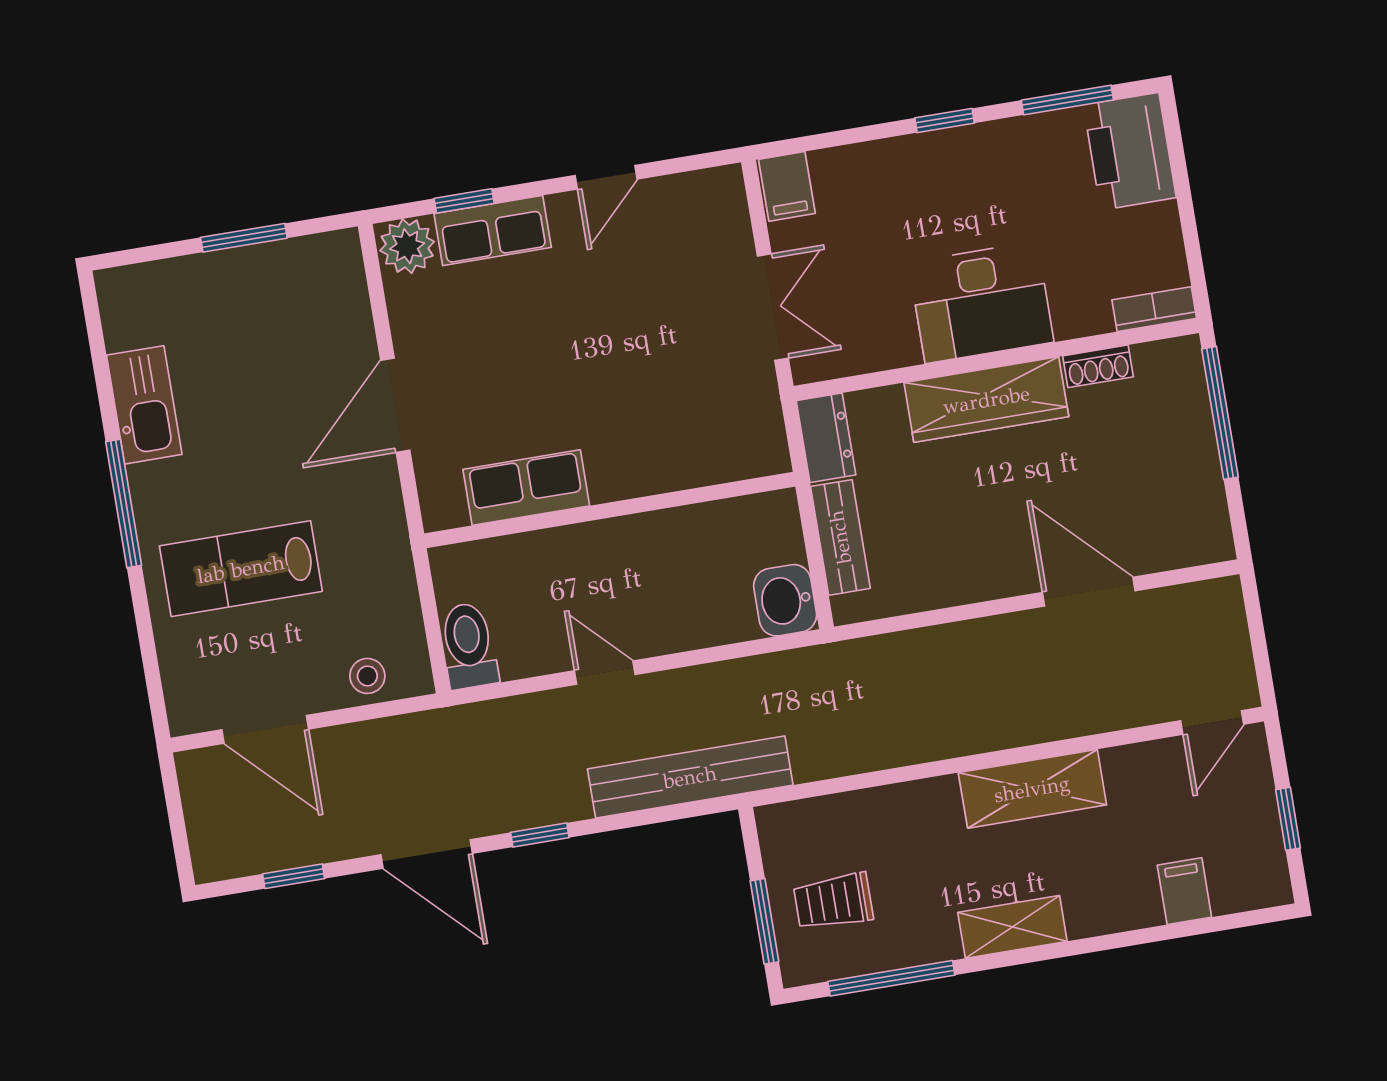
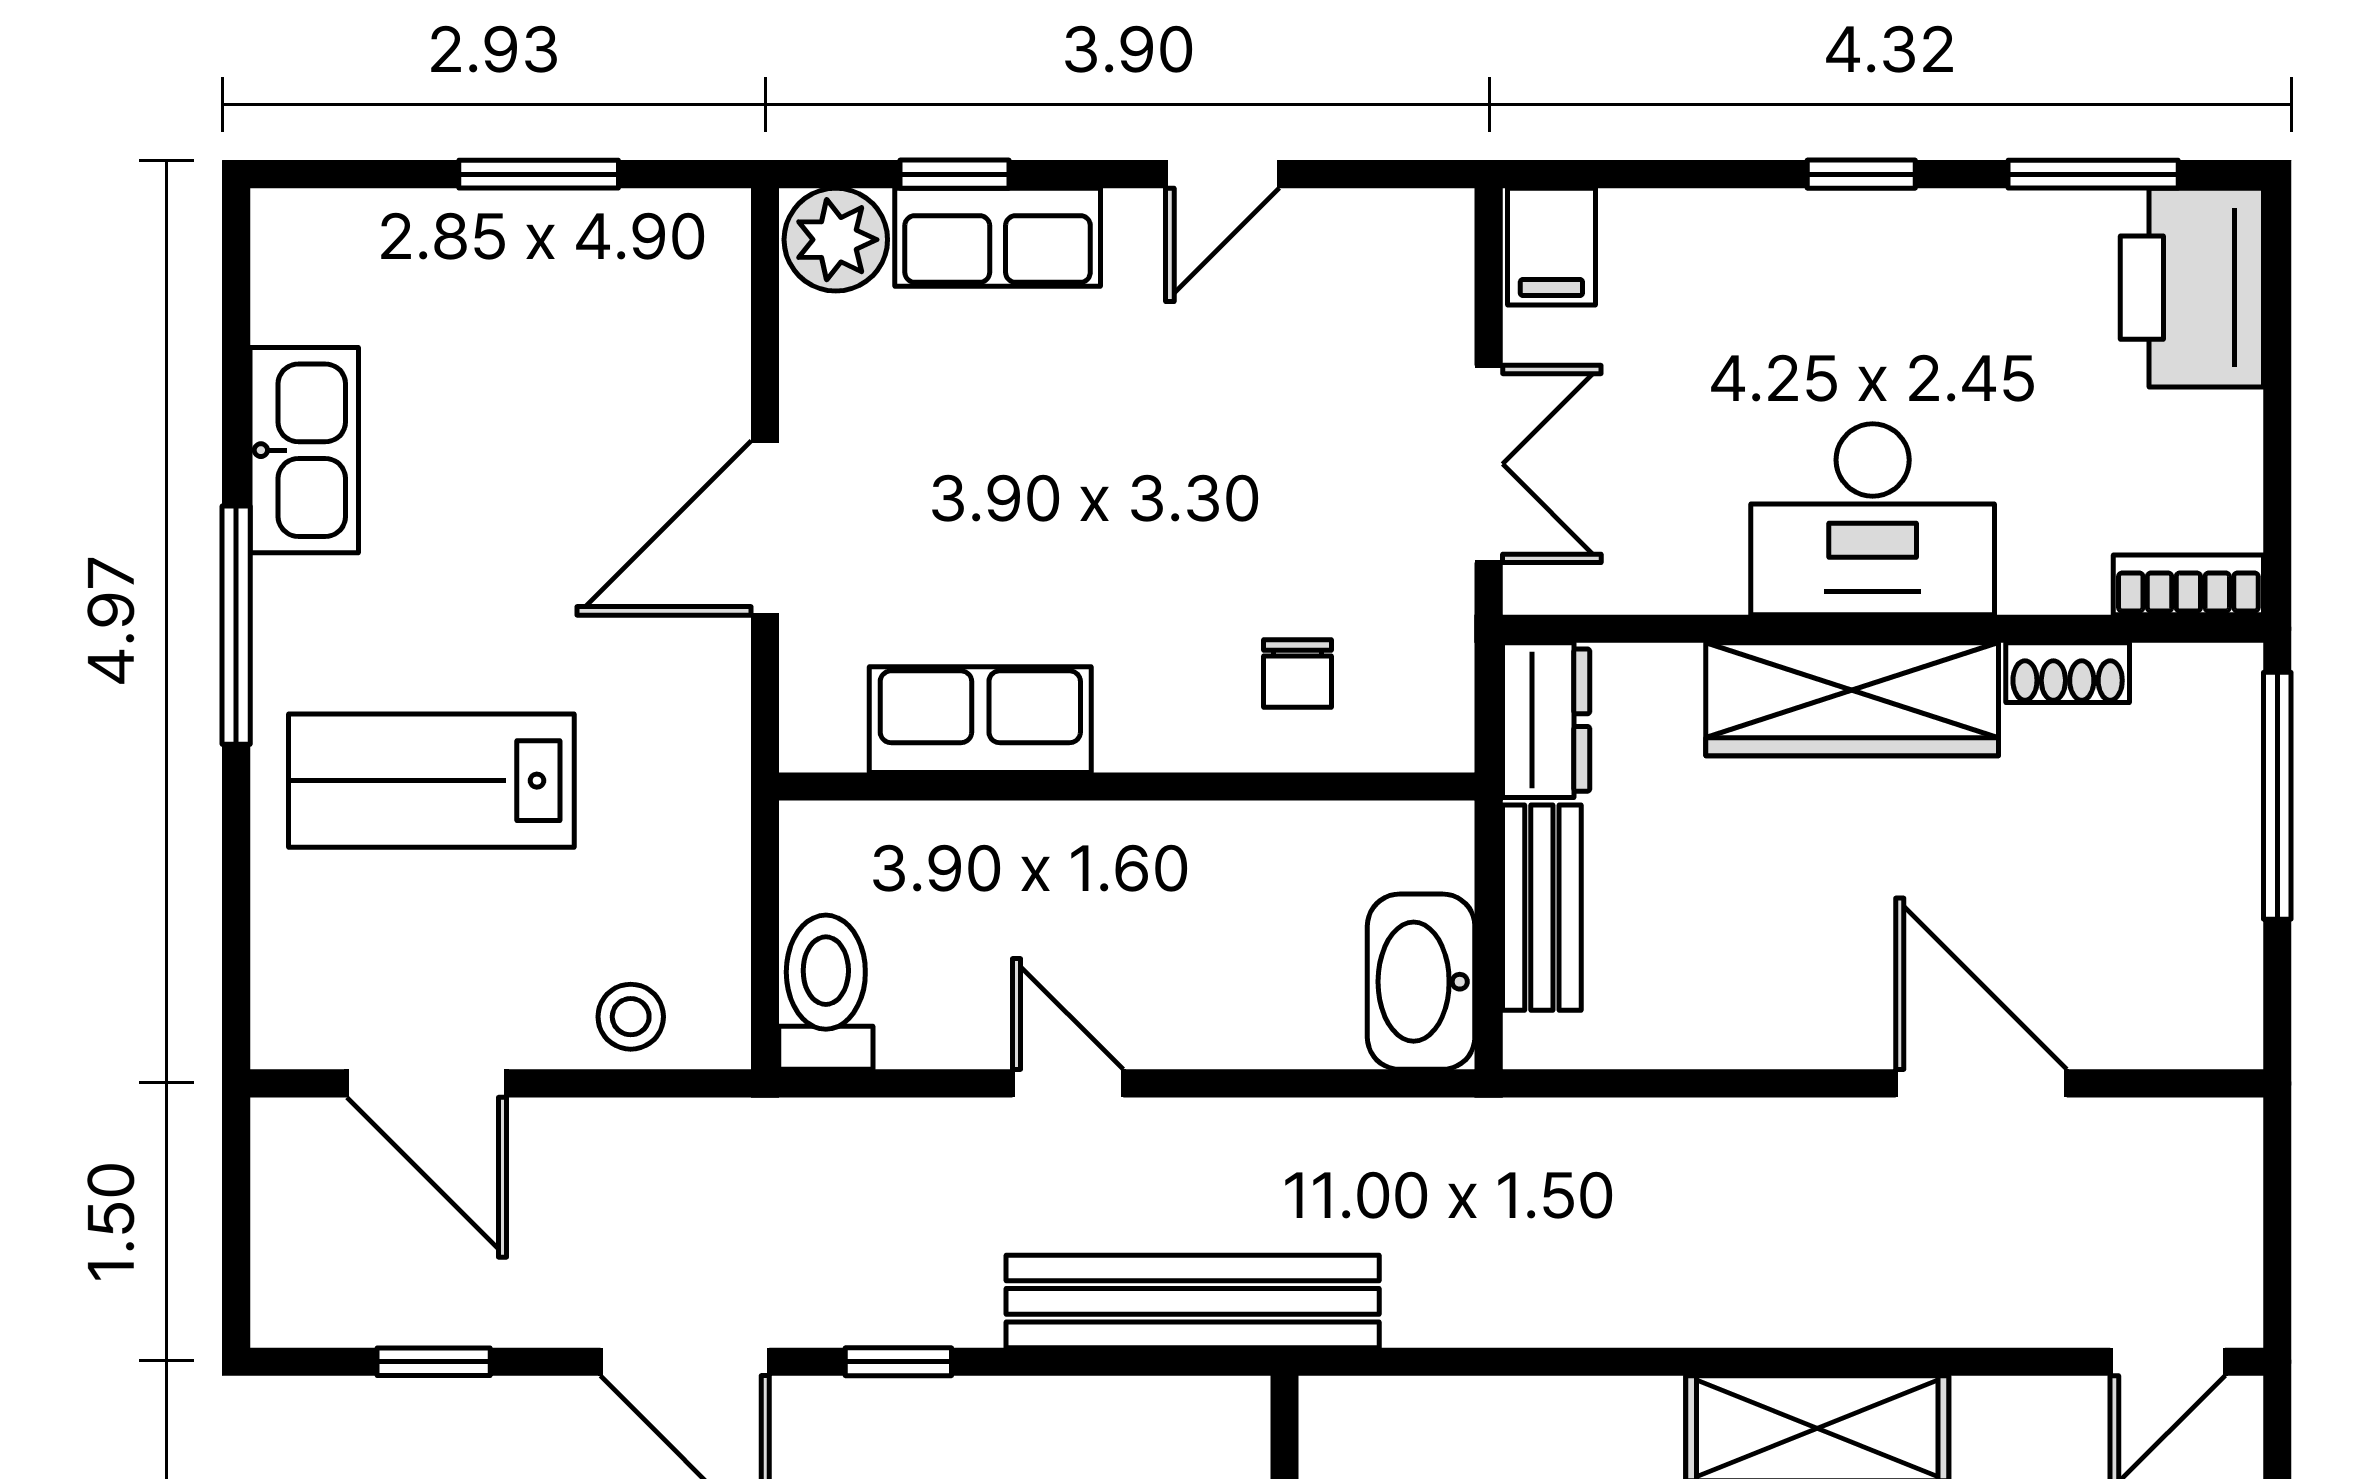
chair: (690, 435) -> (1297, 673), added
washbasin: (785, 600) -> (1421, 982), width x1.38

